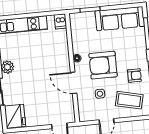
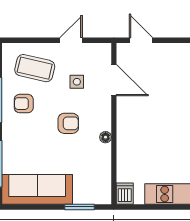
armchair: (103, 65) -> (68, 123), width x0.53, depth x0.53
door: (74, 83) -> (114, 80), moved

